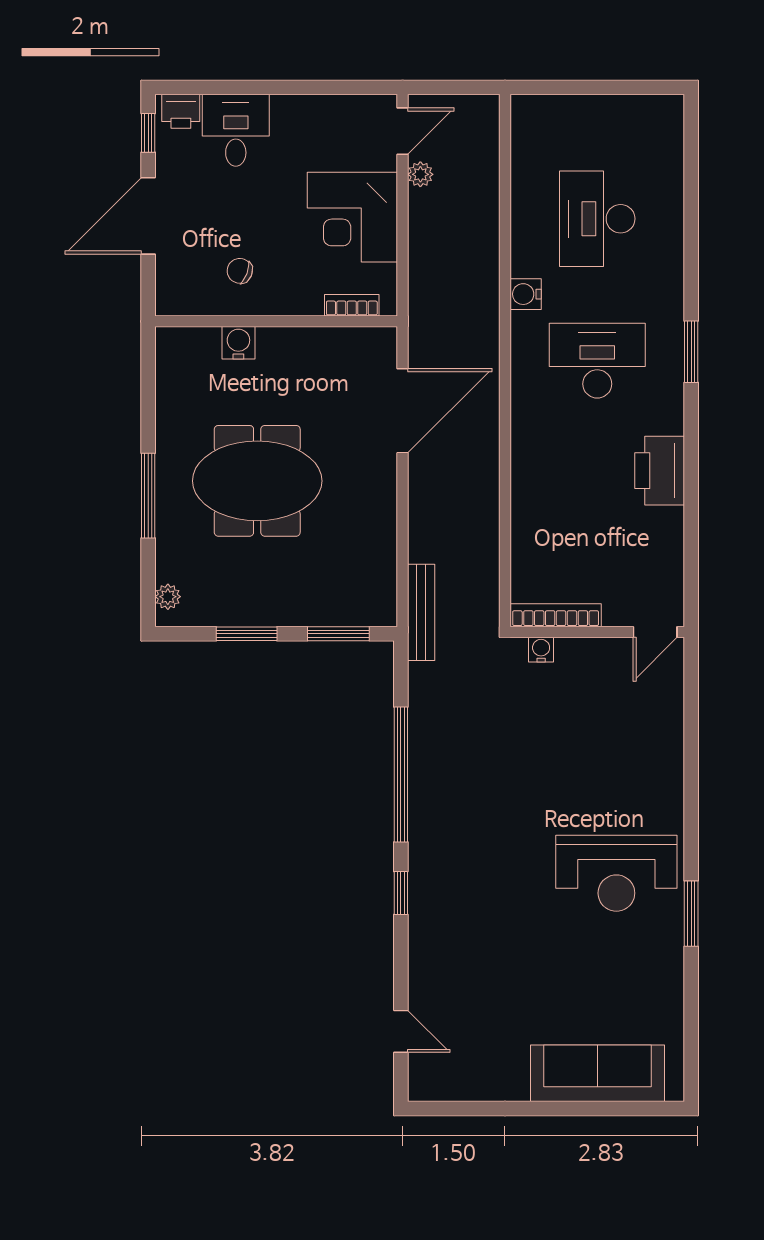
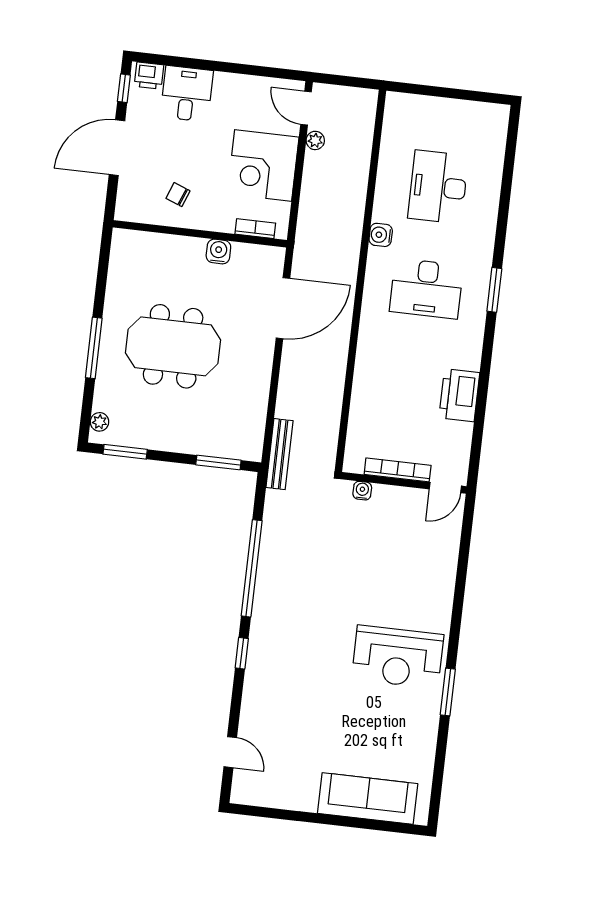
door: (403, 131) -> (306, 108), swing flipped
water cooler: (238, 343) -> (218, 251), moved
desk: (597, 361) -> (426, 288), turned 180
printer: (660, 471) -> (459, 395), moved
bookcase: (556, 615) -> (398, 470), moved
window: (247, 634) -> (125, 452), moved

